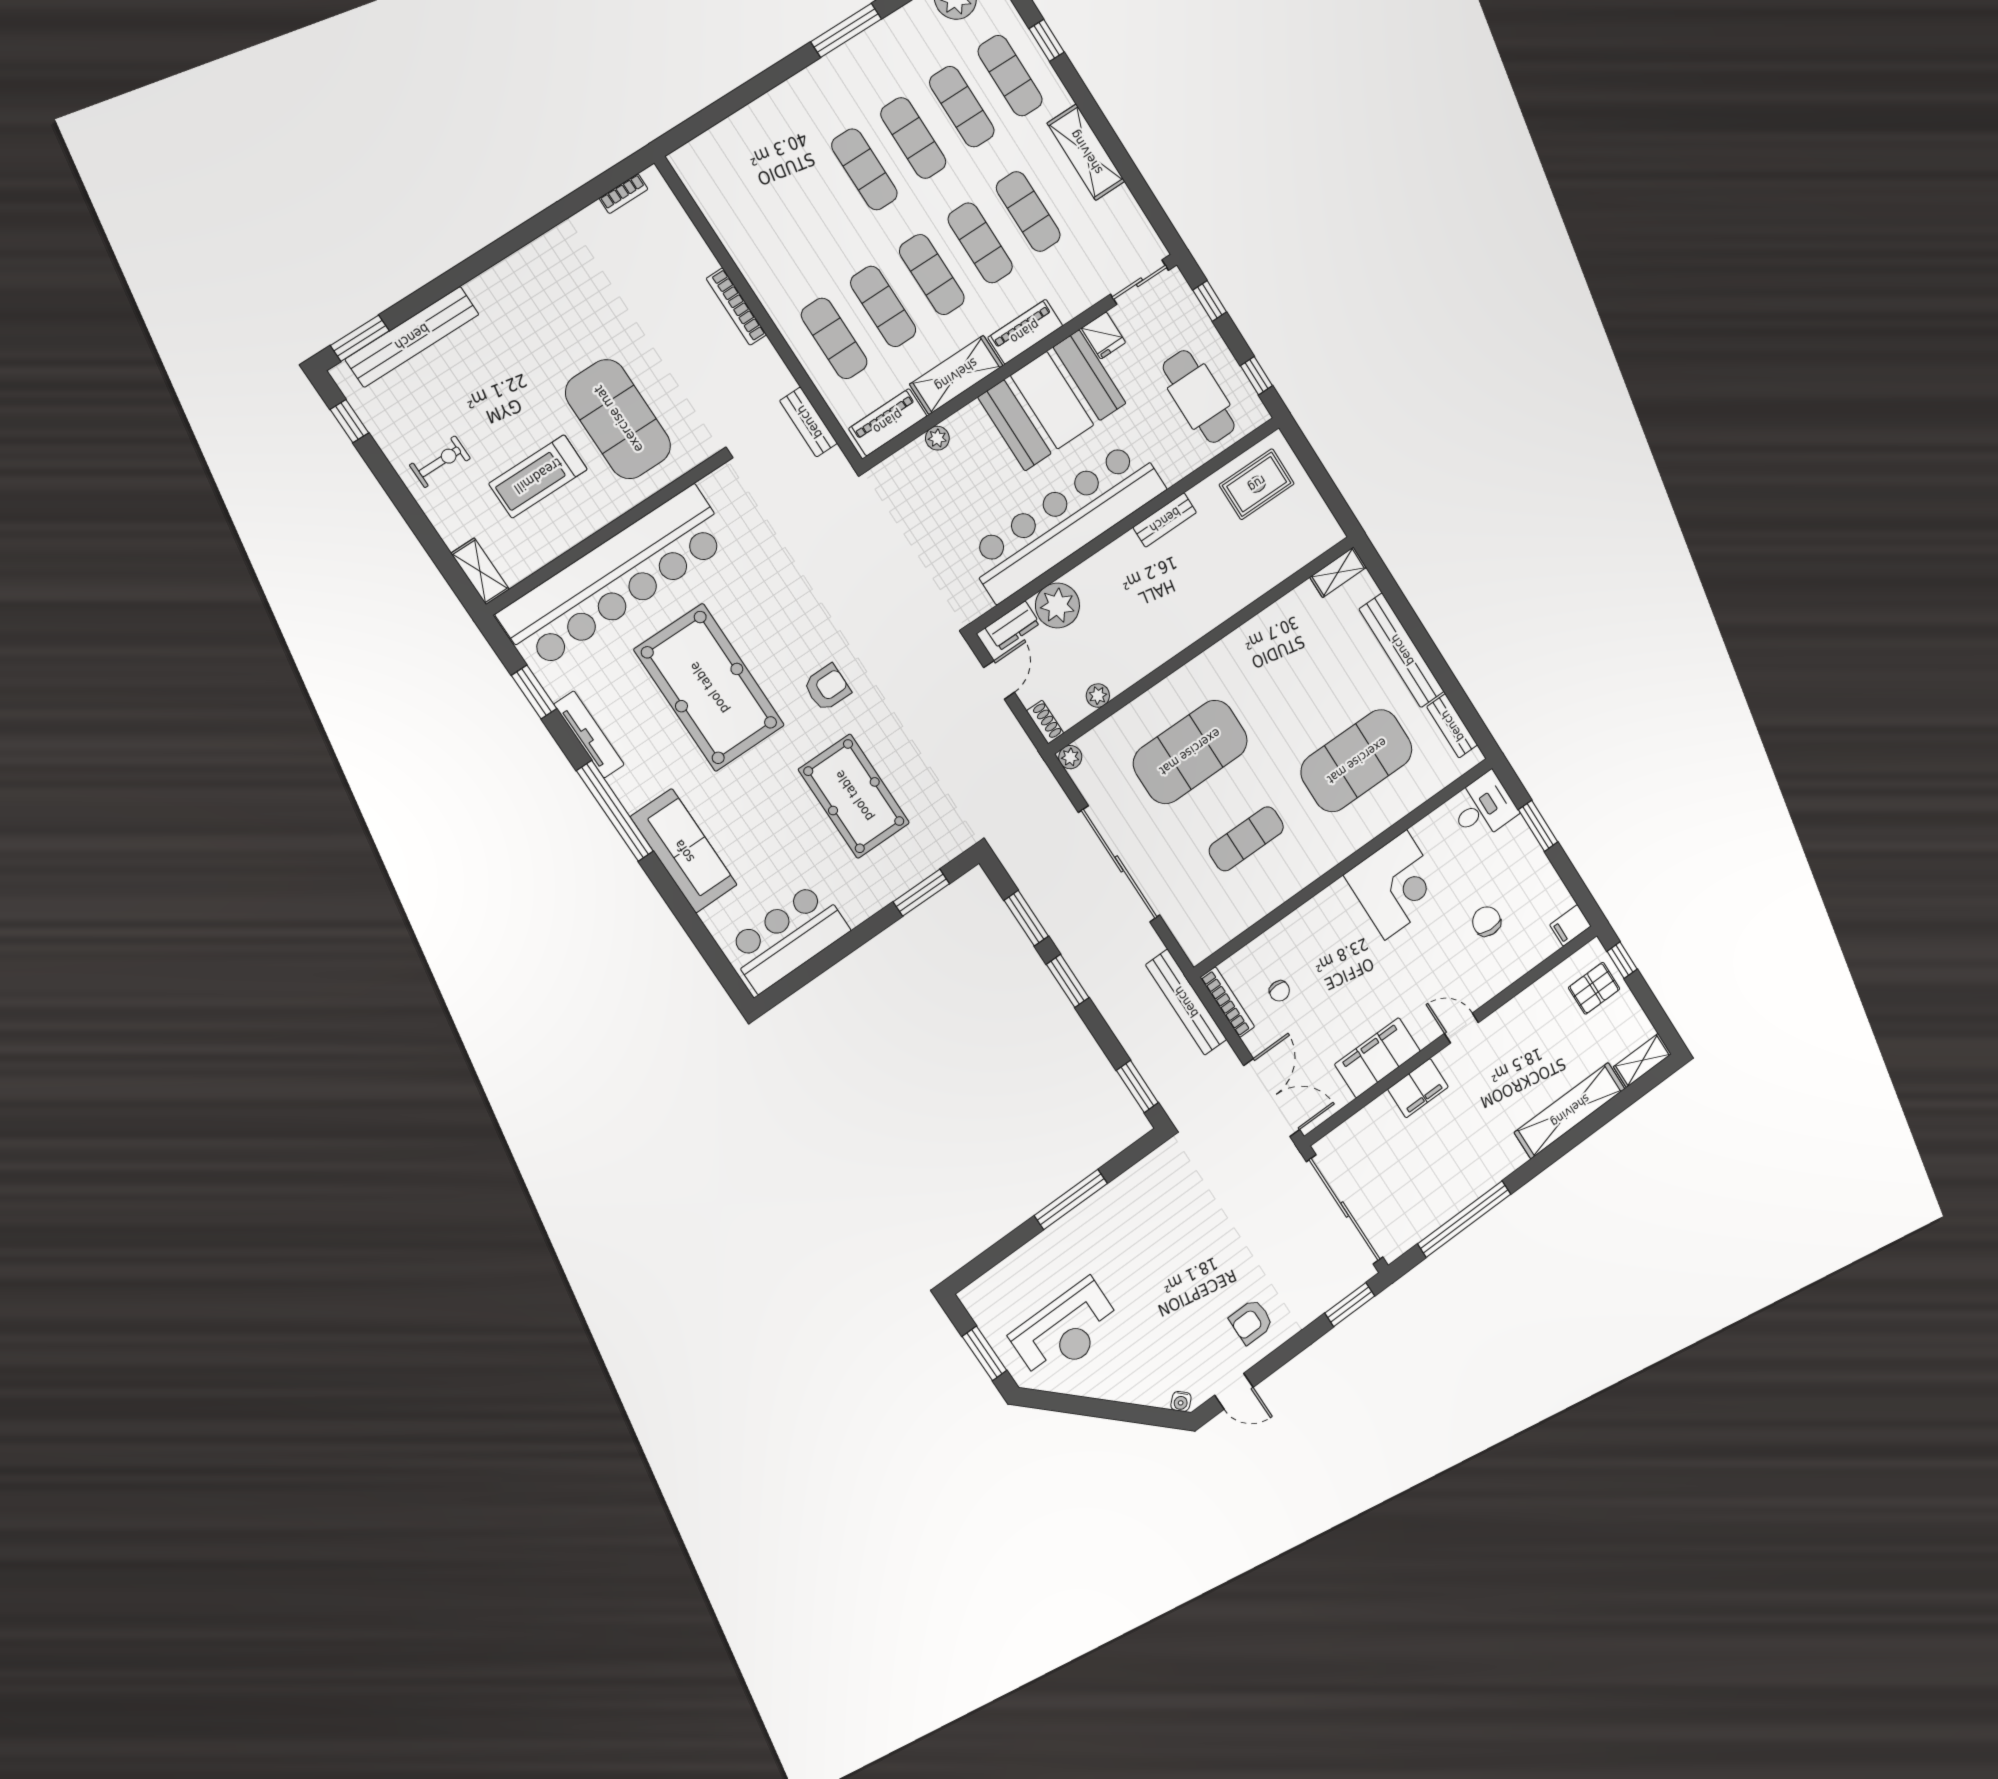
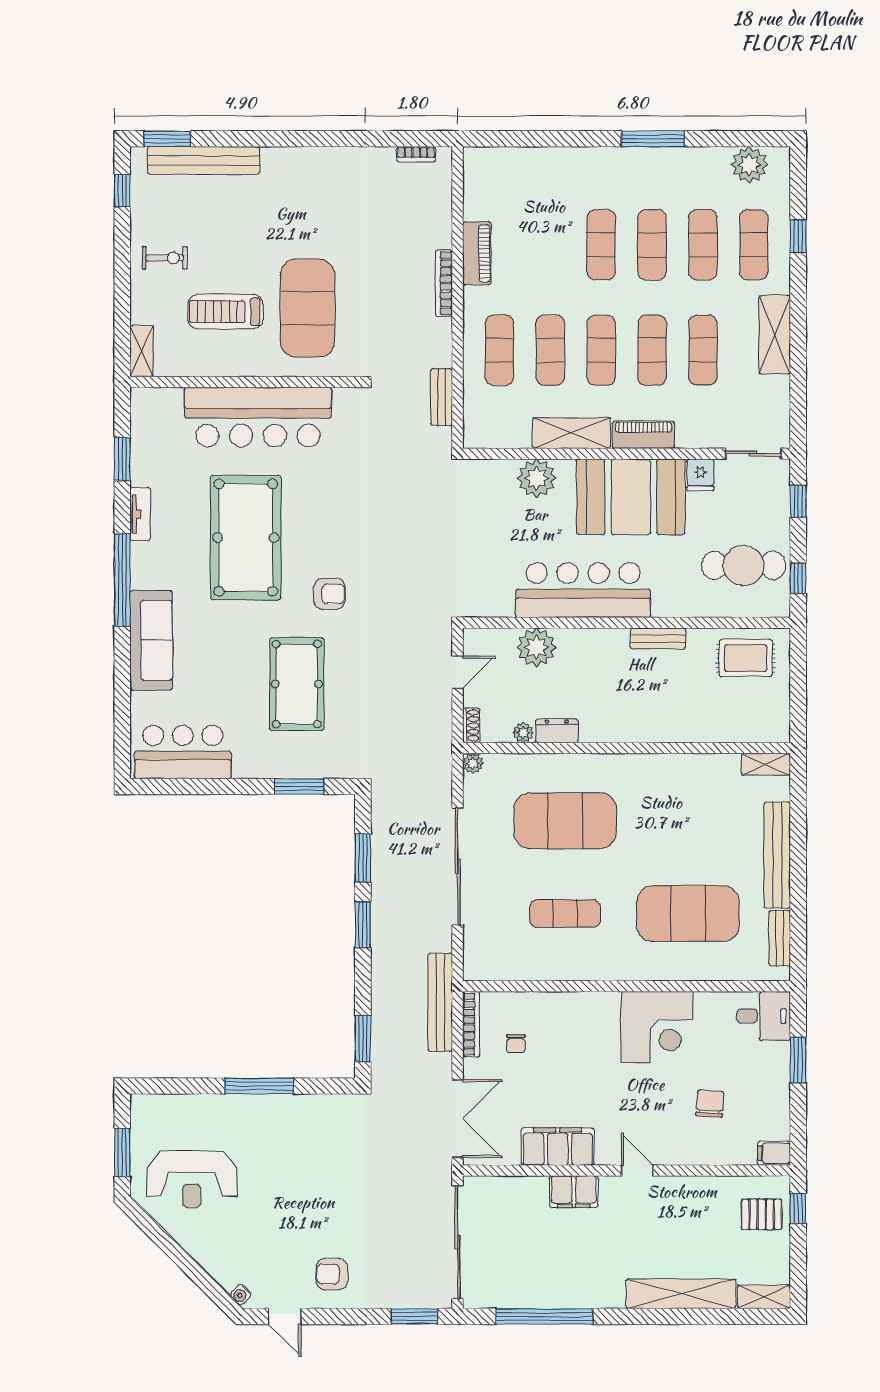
cafe table: (1199, 397) -> (744, 565), turned 90
piano: (888, 422) -> (477, 253), moved, turned 90
plant: (937, 438) -> (537, 478), width x1.87, depth x1.87
bar counter: (1066, 521) -> (583, 590), width x0.73
bar counter: (615, 578) -> (258, 417), width x0.73
dresser: (1013, 626) -> (557, 731), moved, turned 180
tv unit: (589, 735) -> (140, 514), width x0.71

